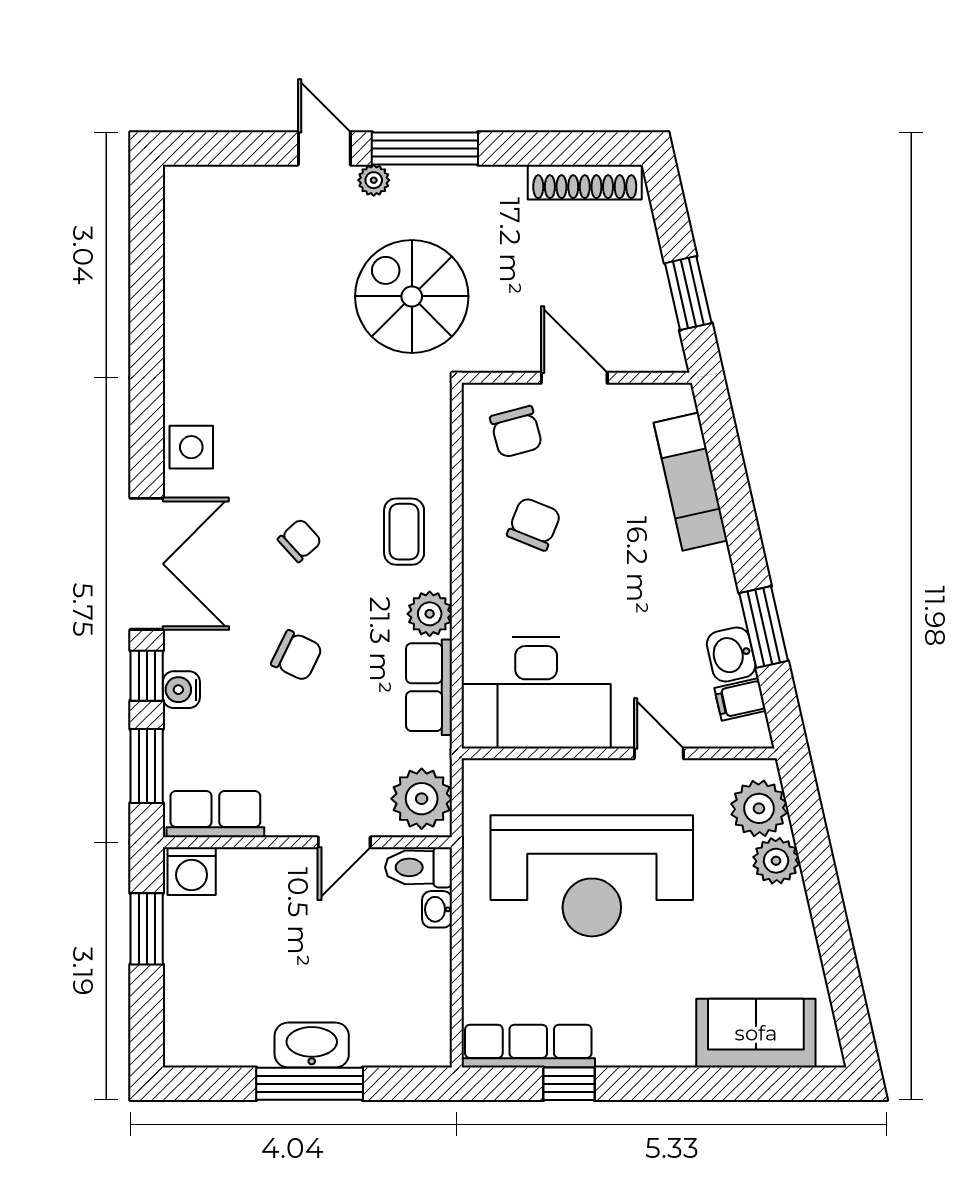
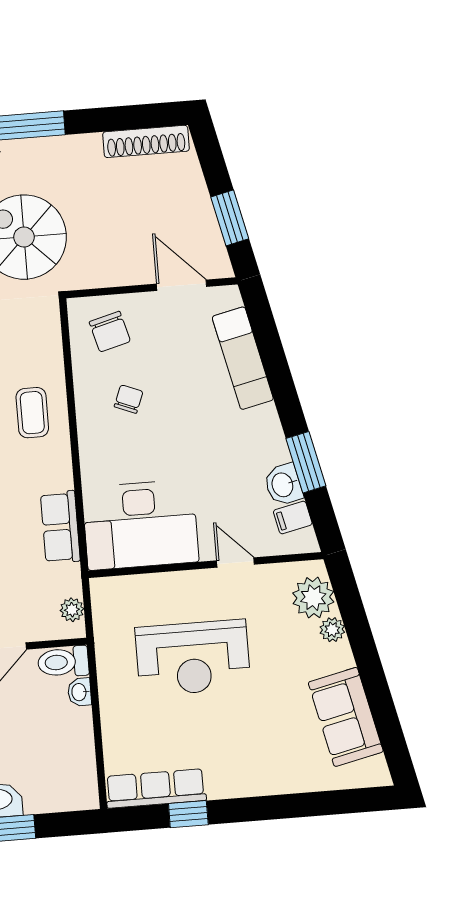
door: (574, 378) -> (181, 285), moved
chair: (534, 524) -> (129, 399), width x0.73, depth x0.73
plant: (430, 614) -> (56, 472), removed
plant: (422, 799) -> (72, 610), width x0.53, depth x0.53
plant: (776, 861) -> (332, 630), width x0.73, depth x0.73
reception desk: (592, 876) -> (193, 658), width x0.74, depth x0.77
sofa: (756, 1033) -> (346, 717), moved, turned -103

